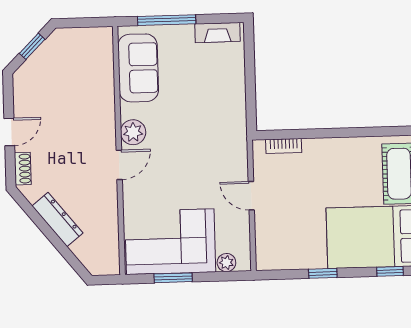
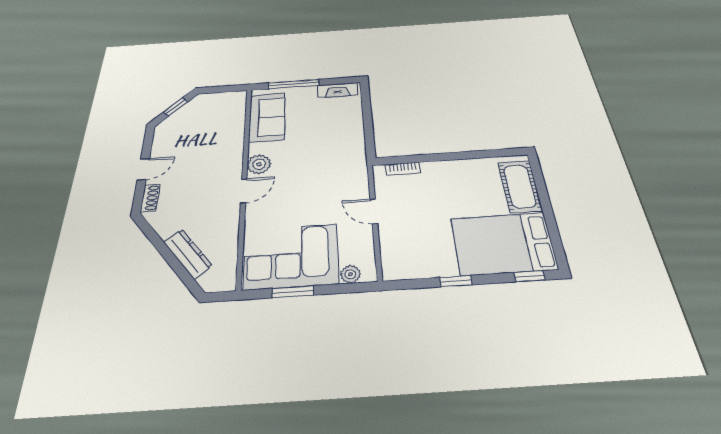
dresser: (57, 219) -> (188, 254), moved

